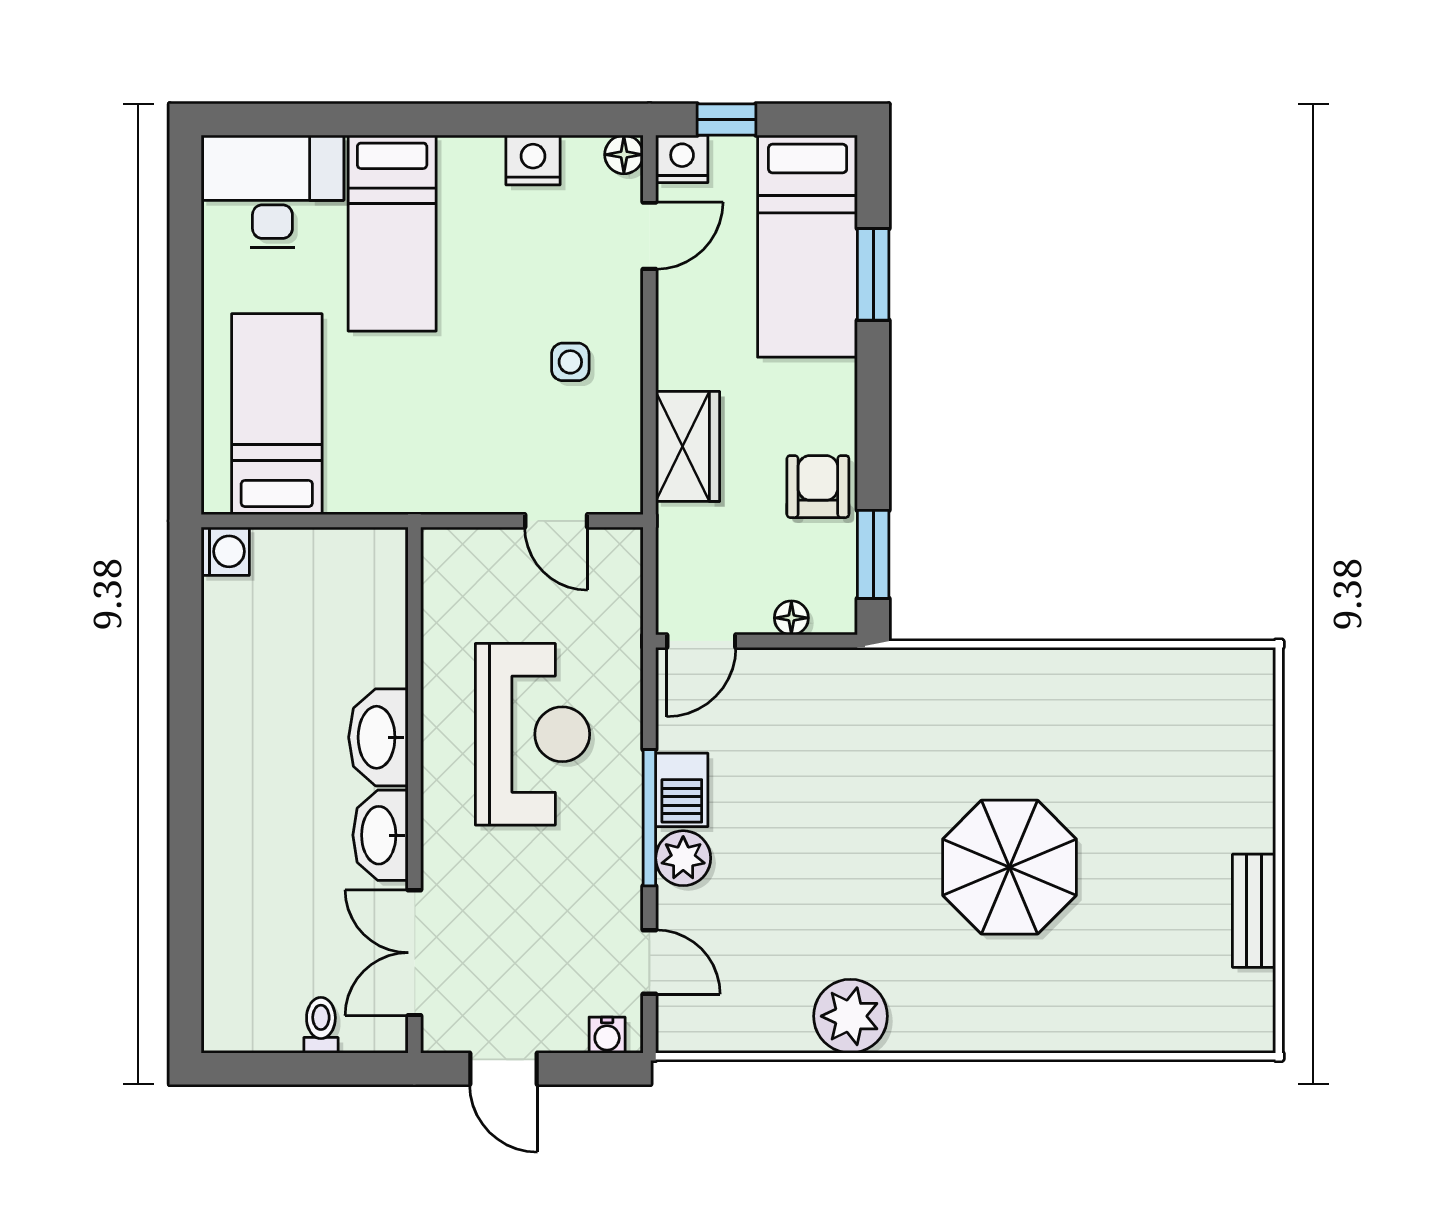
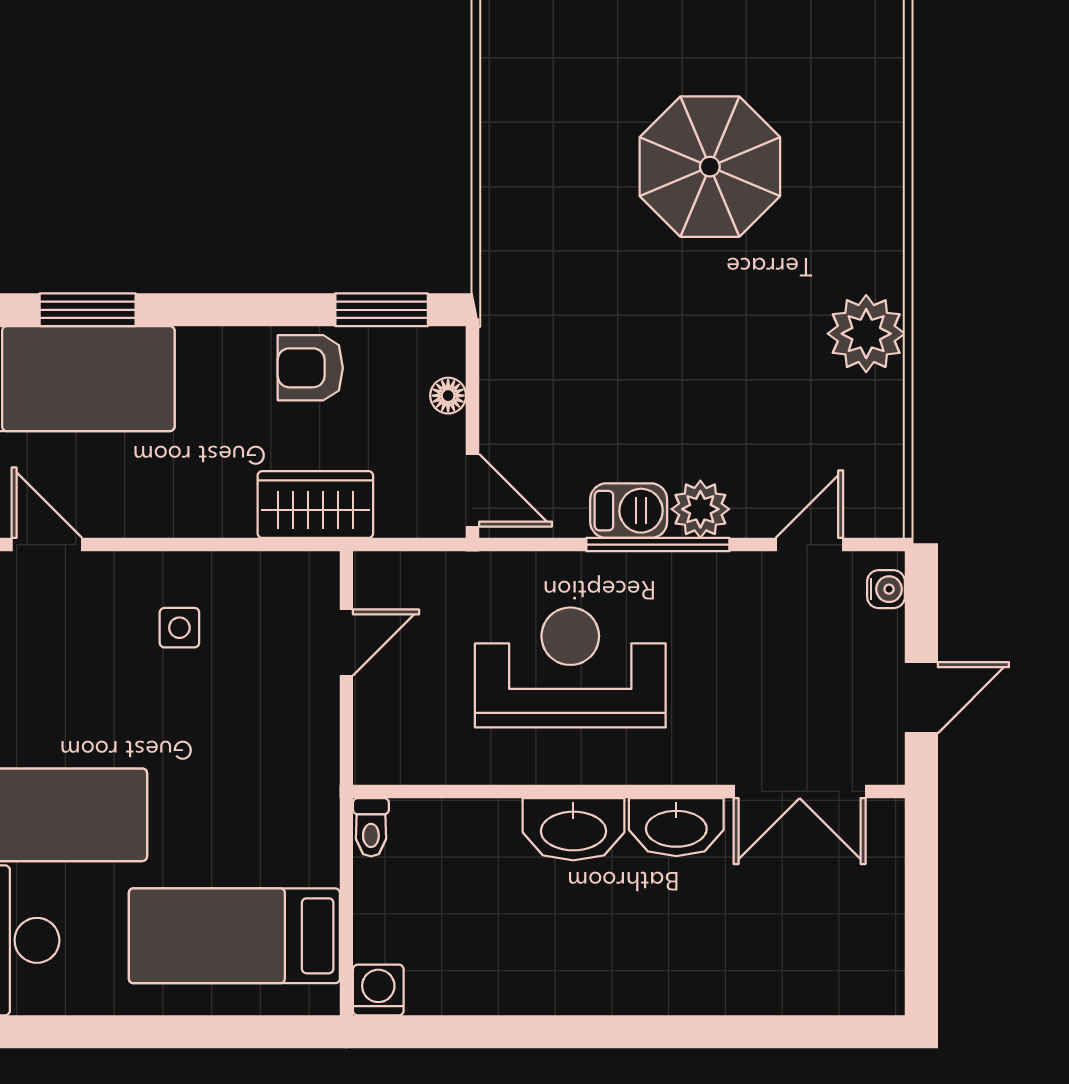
wardrobe: (688, 446) -> (315, 505), moved
toilet: (321, 1025) -> (371, 827), moved, turned -90

